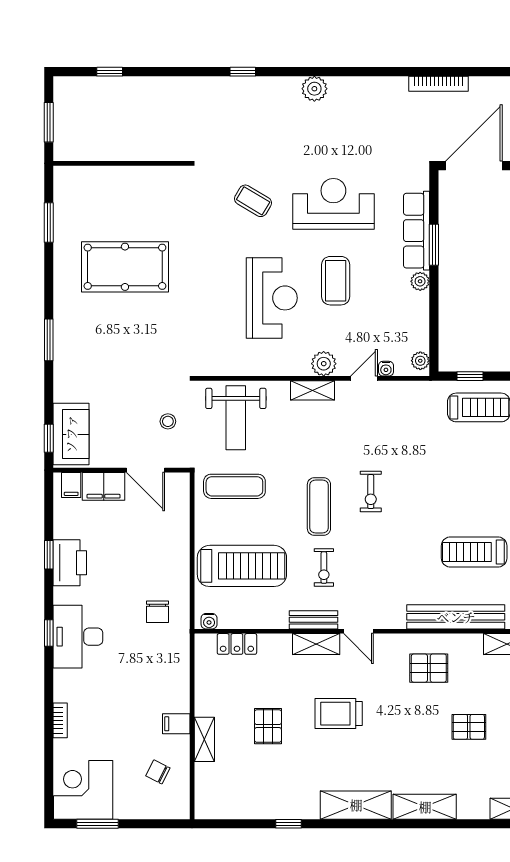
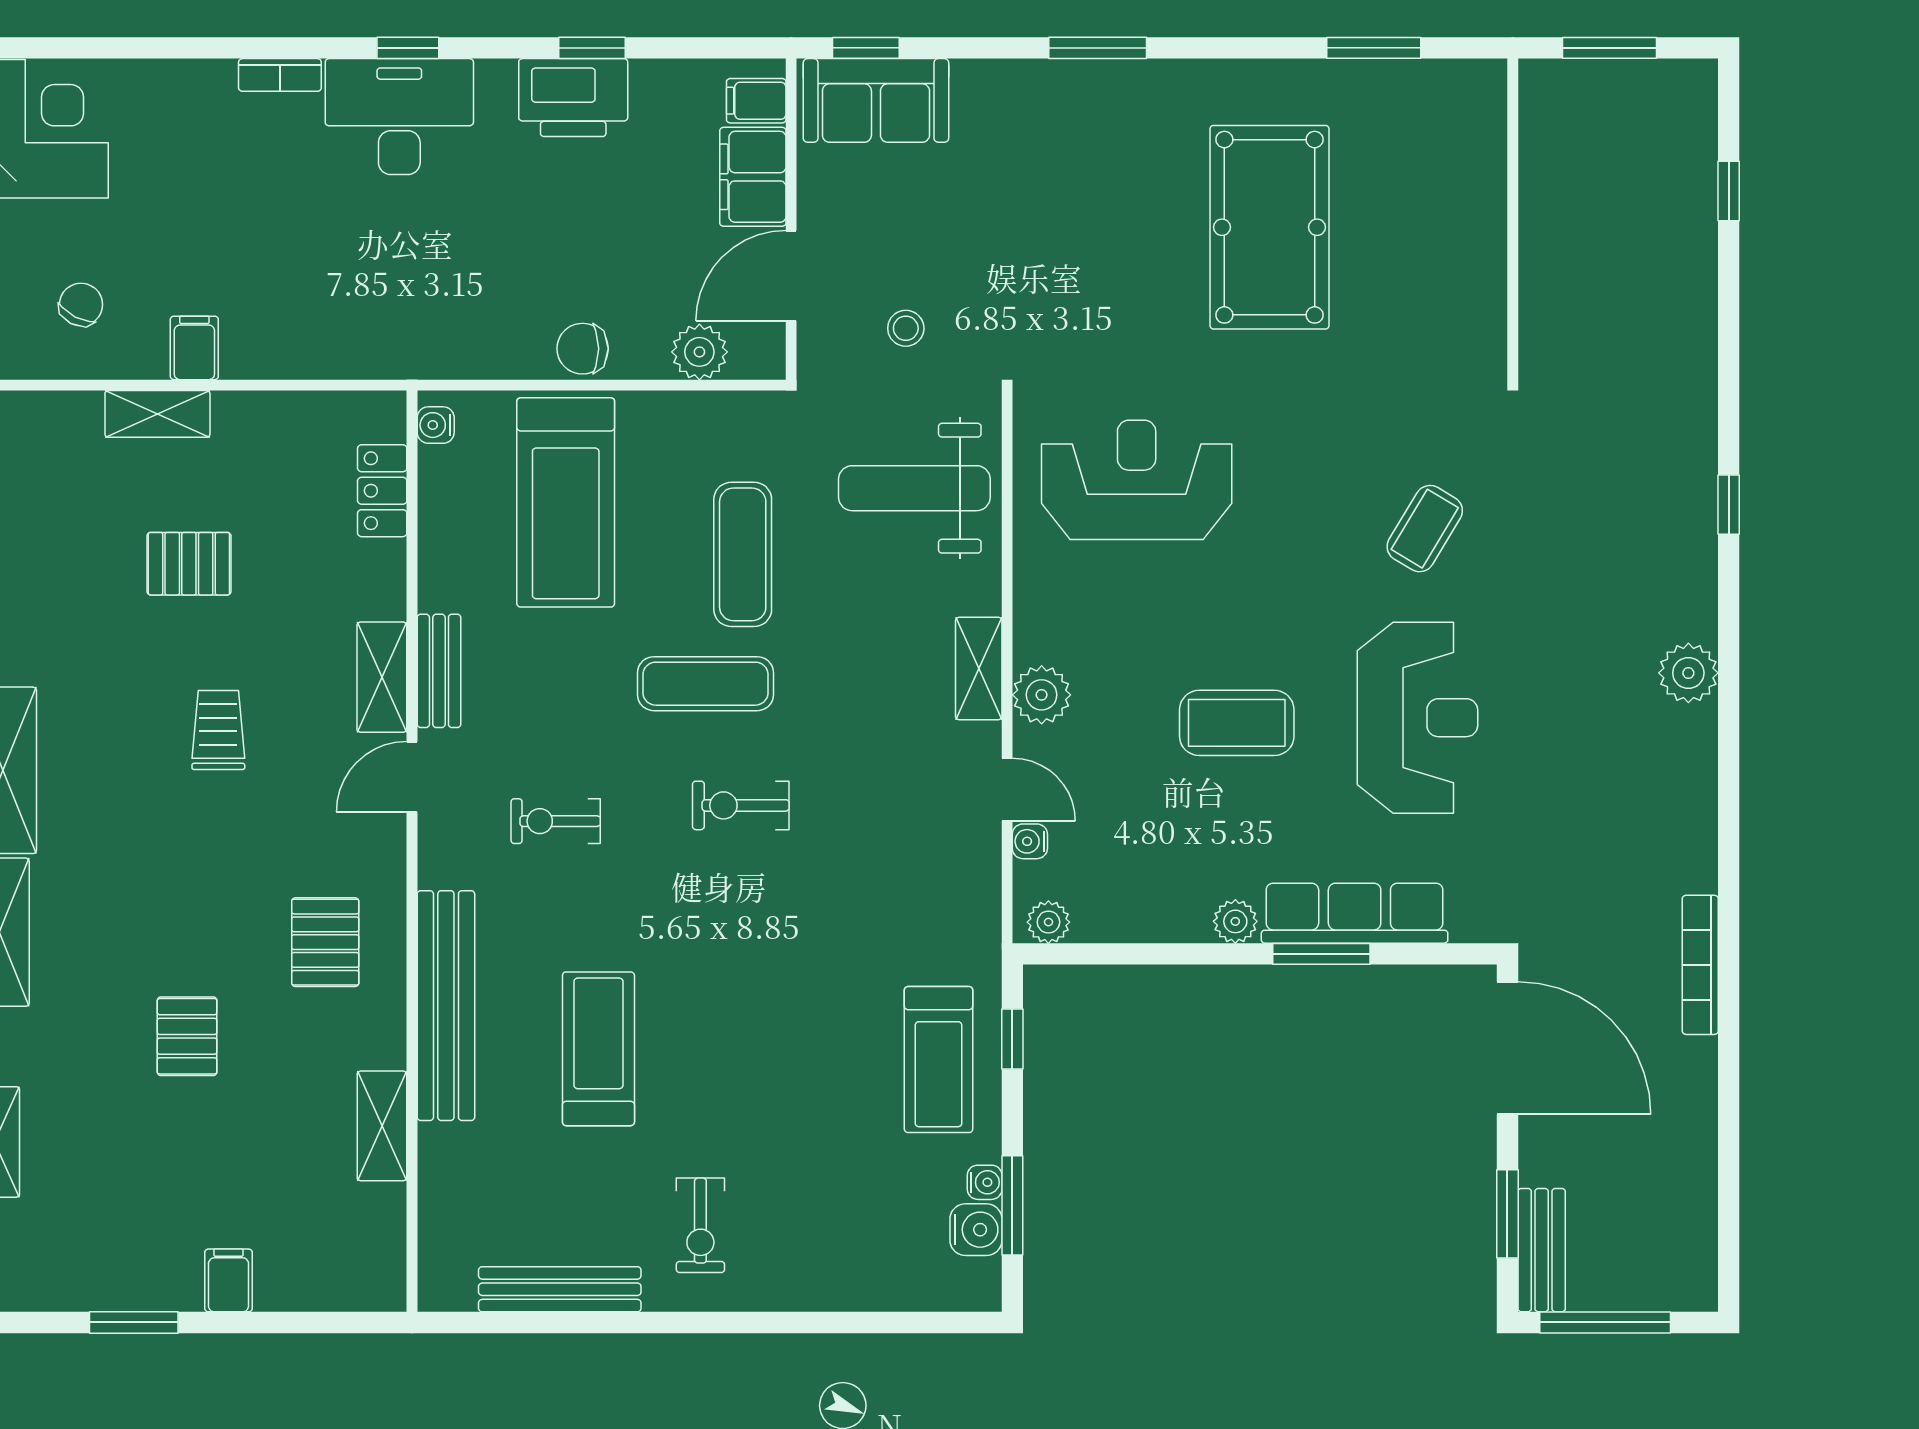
reception desk: (272, 298) -> (1137, 480), moved, turned 180
exercise mat: (234, 486) -> (743, 554), moved
plant: (178, 509) -> (699, 352), added
exercise bike: (324, 568) -> (556, 821), moved
chair: (157, 612) -> (583, 349), moved
trolley: (339, 714) -> (218, 730), width x0.73, depth x0.72
bookcase: (60, 720) -> (280, 75), moved

